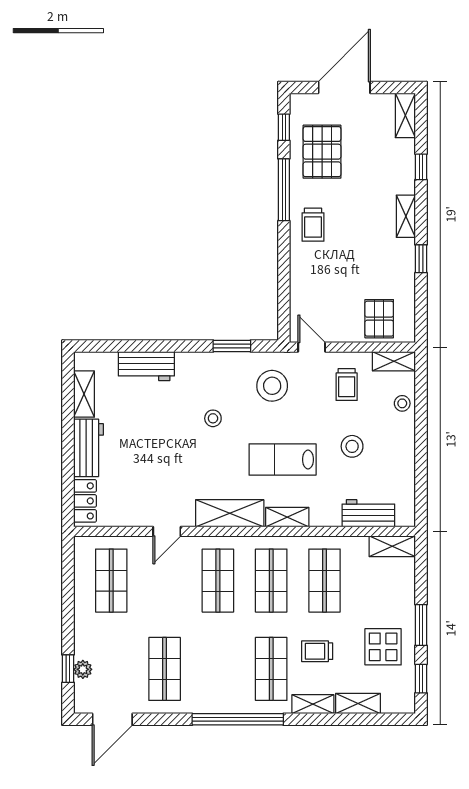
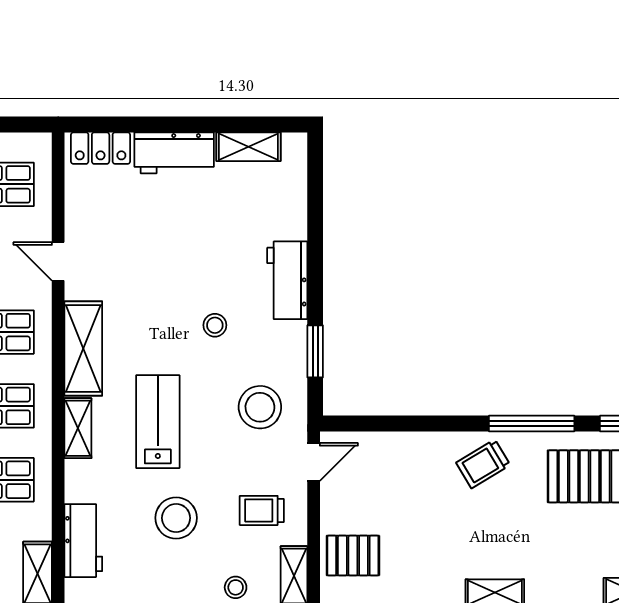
trolley: (313, 225) -> (483, 464), turned -31
workbench: (146, 366) -> (287, 280), moved
stool: (352, 446) -> (176, 518), width x1.38, depth x1.38

